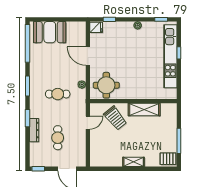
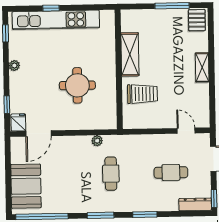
door: (88, 56) -> (39, 134), moved
round table: (106, 85) -> (77, 85), moved
trolley: (115, 118) -> (142, 94), turned 39
door: (88, 123) -> (186, 131), moved
dresser: (34, 130) -> (195, 204), moved

